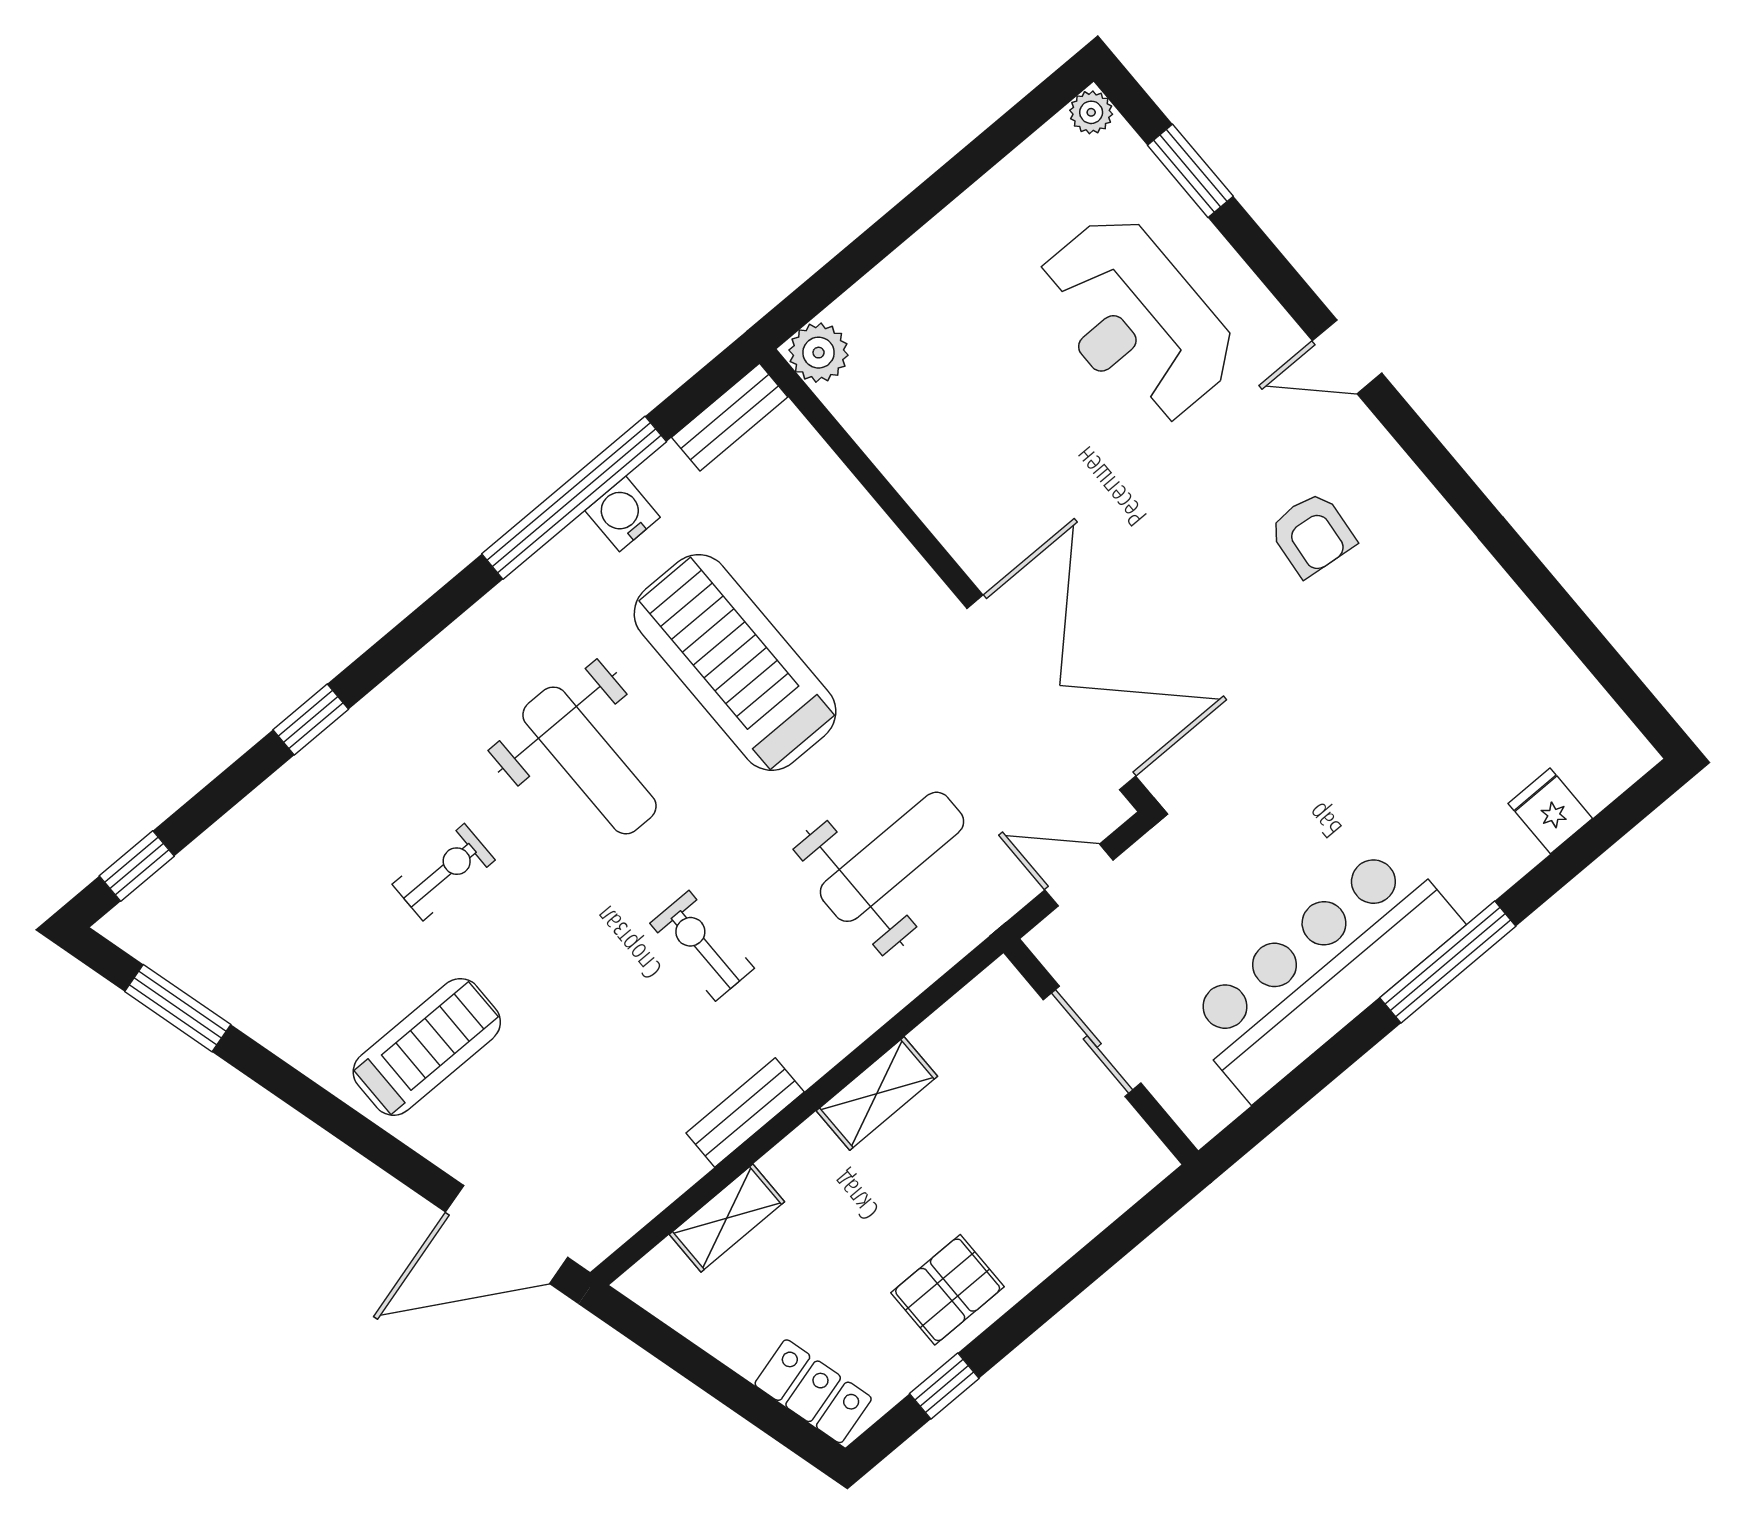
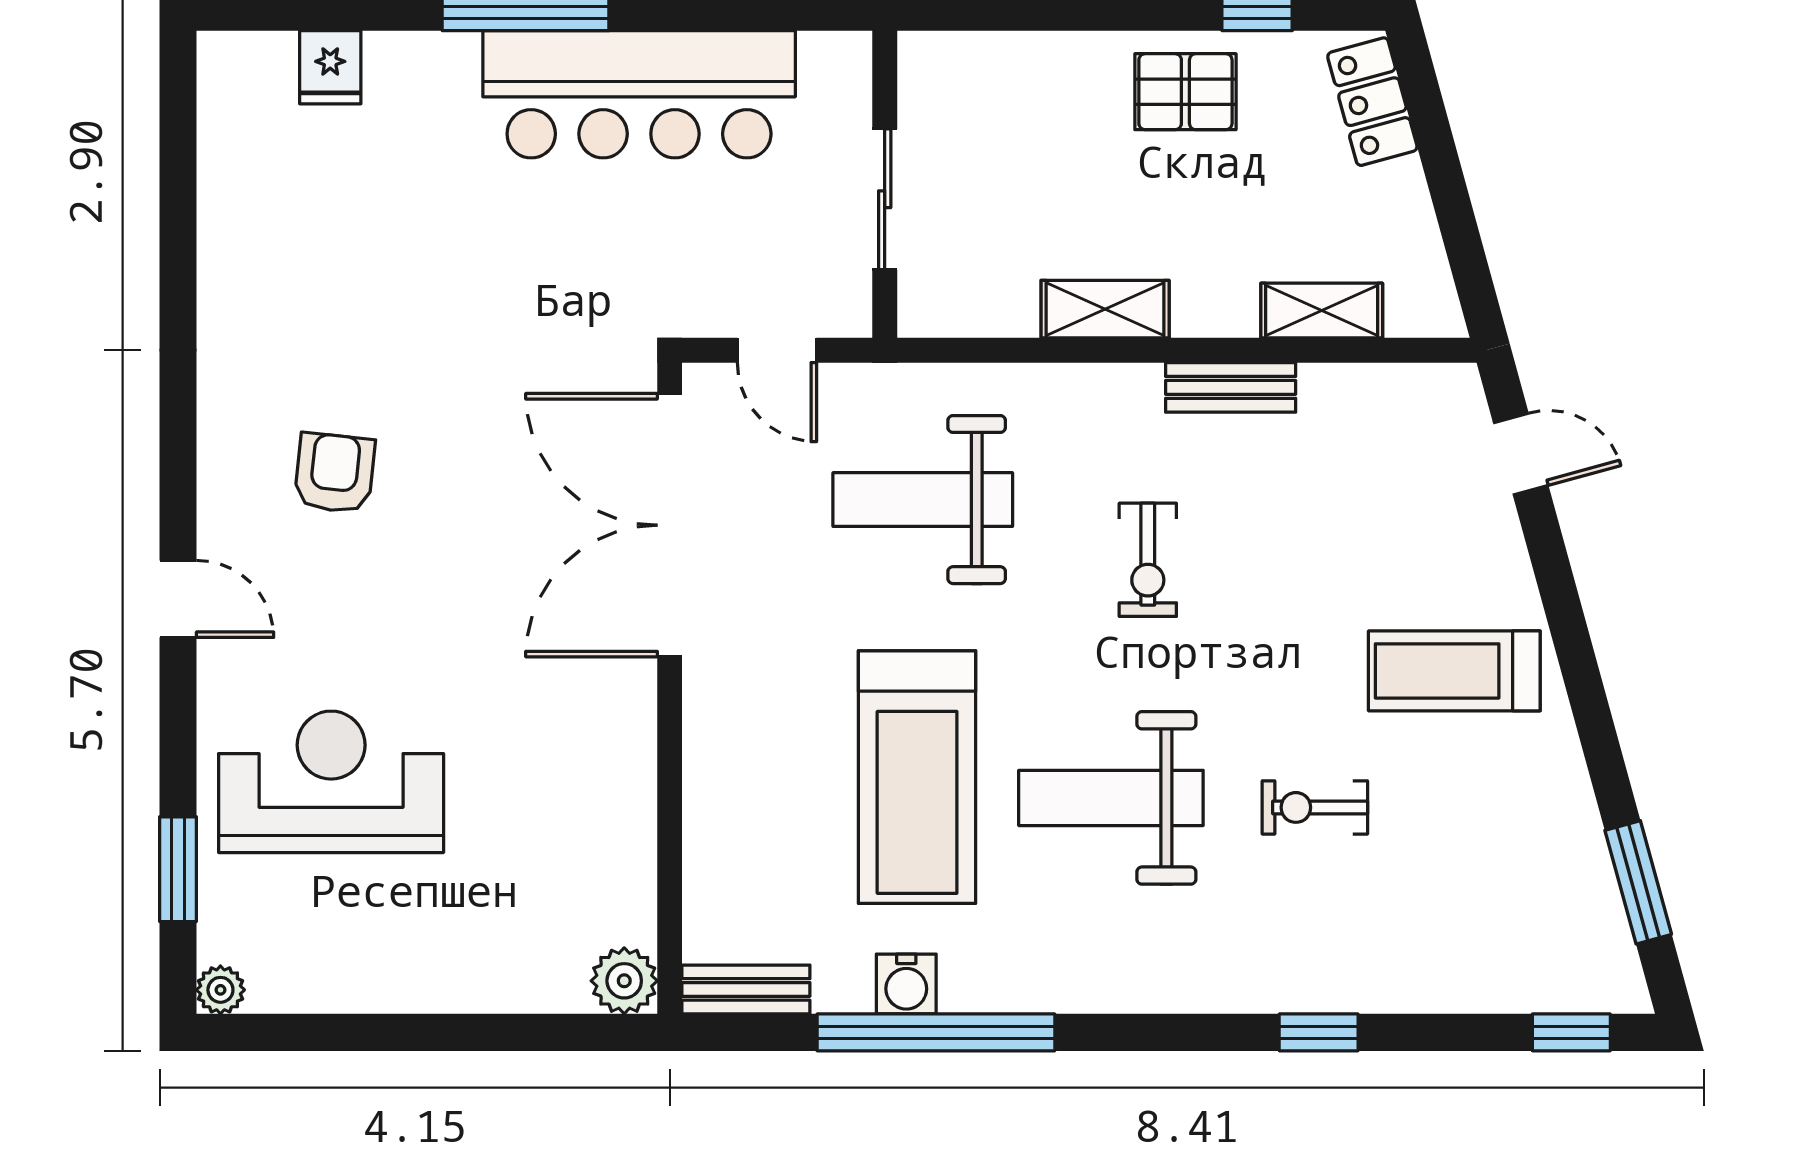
reception desk: (1136, 320) -> (331, 782), turned -90
weight bench: (590, 760) -> (1111, 798), turned -90
door: (507, 1235) -> (1521, 454), width x0.53

